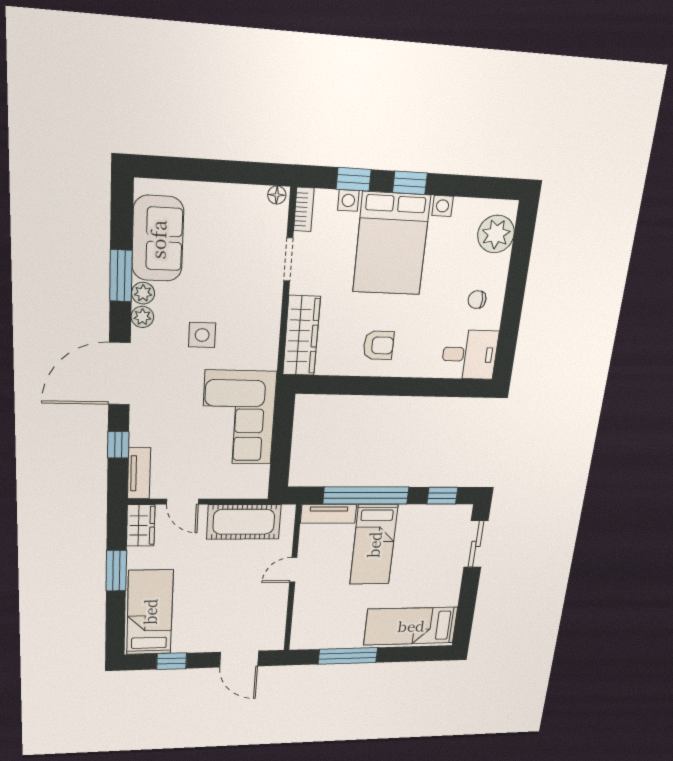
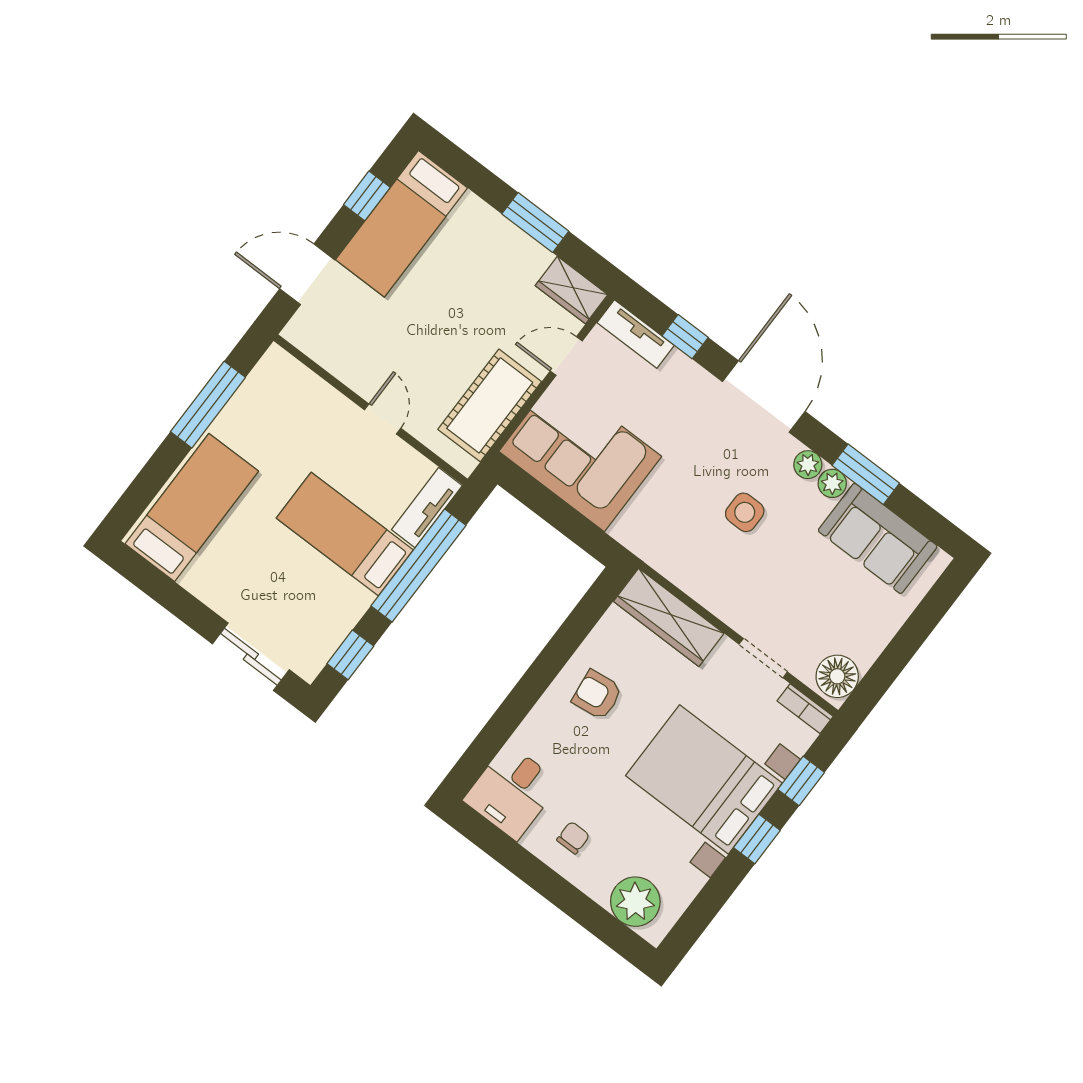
floor lamp: (277, 195) -> (837, 676), width x1.89, depth x1.89
armchair: (378, 345) -> (597, 695), turned 83
corner sofa: (238, 418) -> (580, 454), moved
bed: (150, 612) -> (401, 224), moved, turned 90

